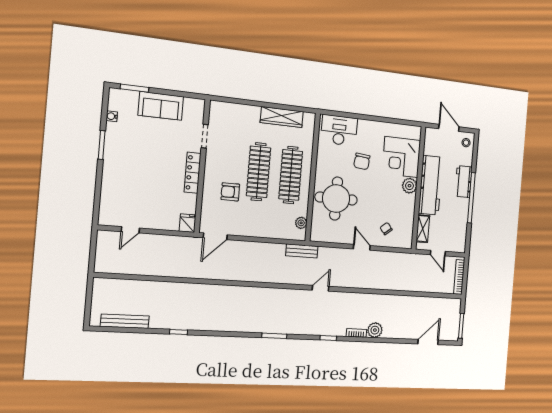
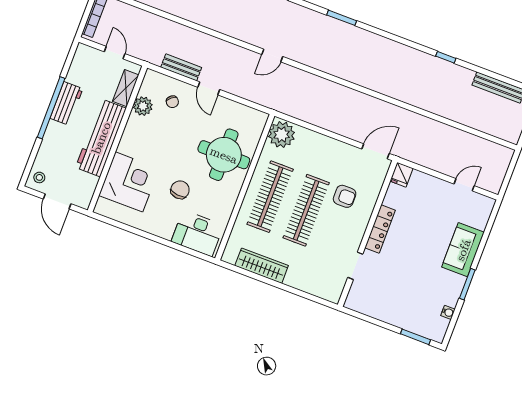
sofa: (161, 106) -> (463, 250), moved, turned -90
workbench: (464, 182) -> (66, 103), moved
plant: (409, 186) -> (143, 106), moved
plant: (301, 223) -> (282, 135), width x1.88, depth x1.88
bench: (302, 251) -> (181, 67), moved

